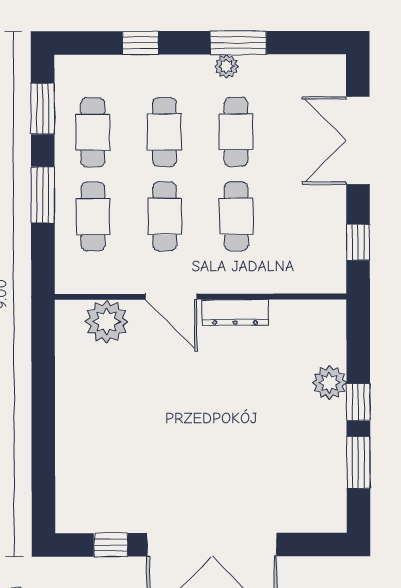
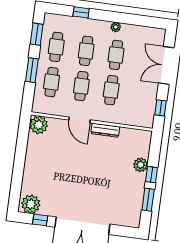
window: (238, 43) -> (122, 18), removed
plant: (107, 322) -> (39, 125), moved
plant: (84, 511) -> (31, 204), added

